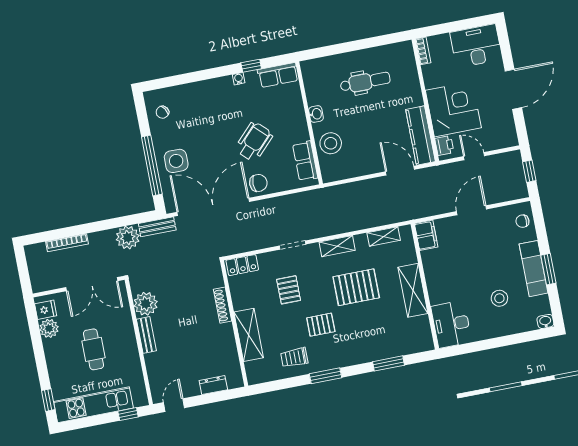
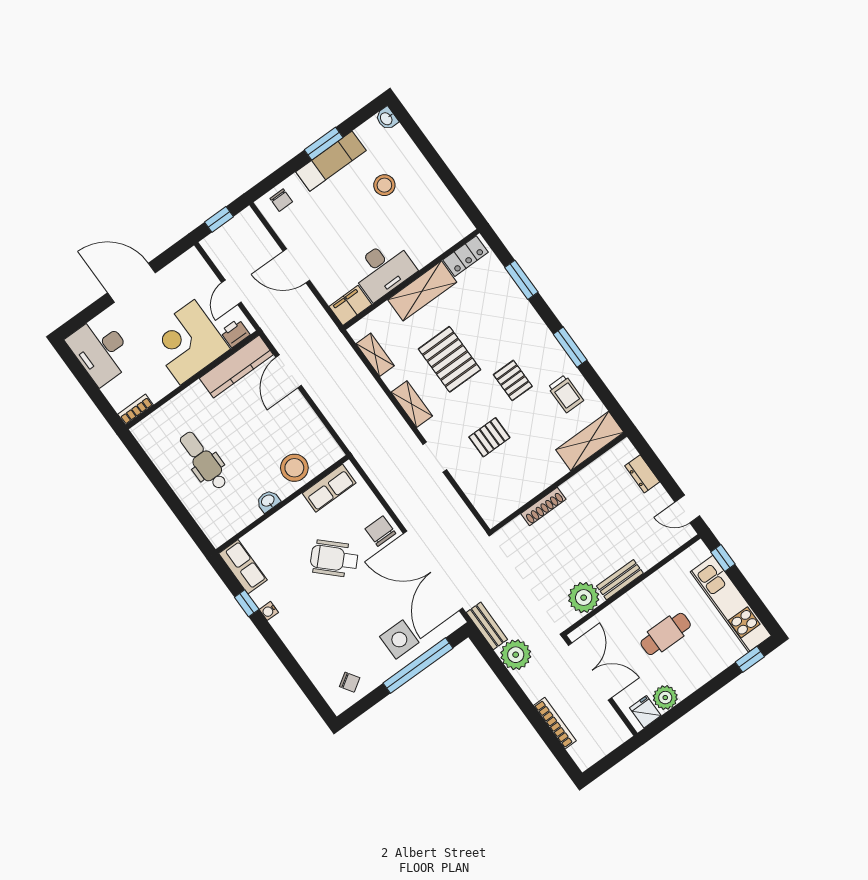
locker: (242, 265) -> (466, 256), moved, turned 90
desk: (451, 324) -> (383, 269), moved
shelving: (249, 335) -> (590, 441), moved

